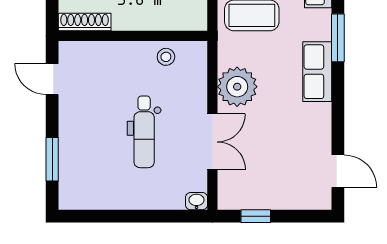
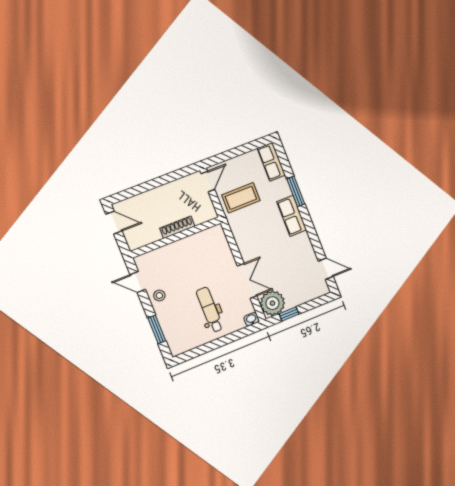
shoe rack: (85, 22) -> (177, 227), moved
stool: (166, 57) -> (159, 295), moved
plant: (237, 87) -> (272, 303), moved
dental chair: (144, 132) -> (210, 310), moved, turned 180

